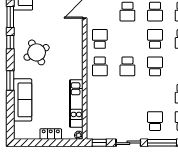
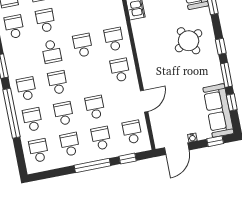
school desk: (100, 39) -> (120, 70), turned 180
school desk: (155, 39) -> (58, 82), turned 180
school desk: (155, 94) -> (45, 21), added

